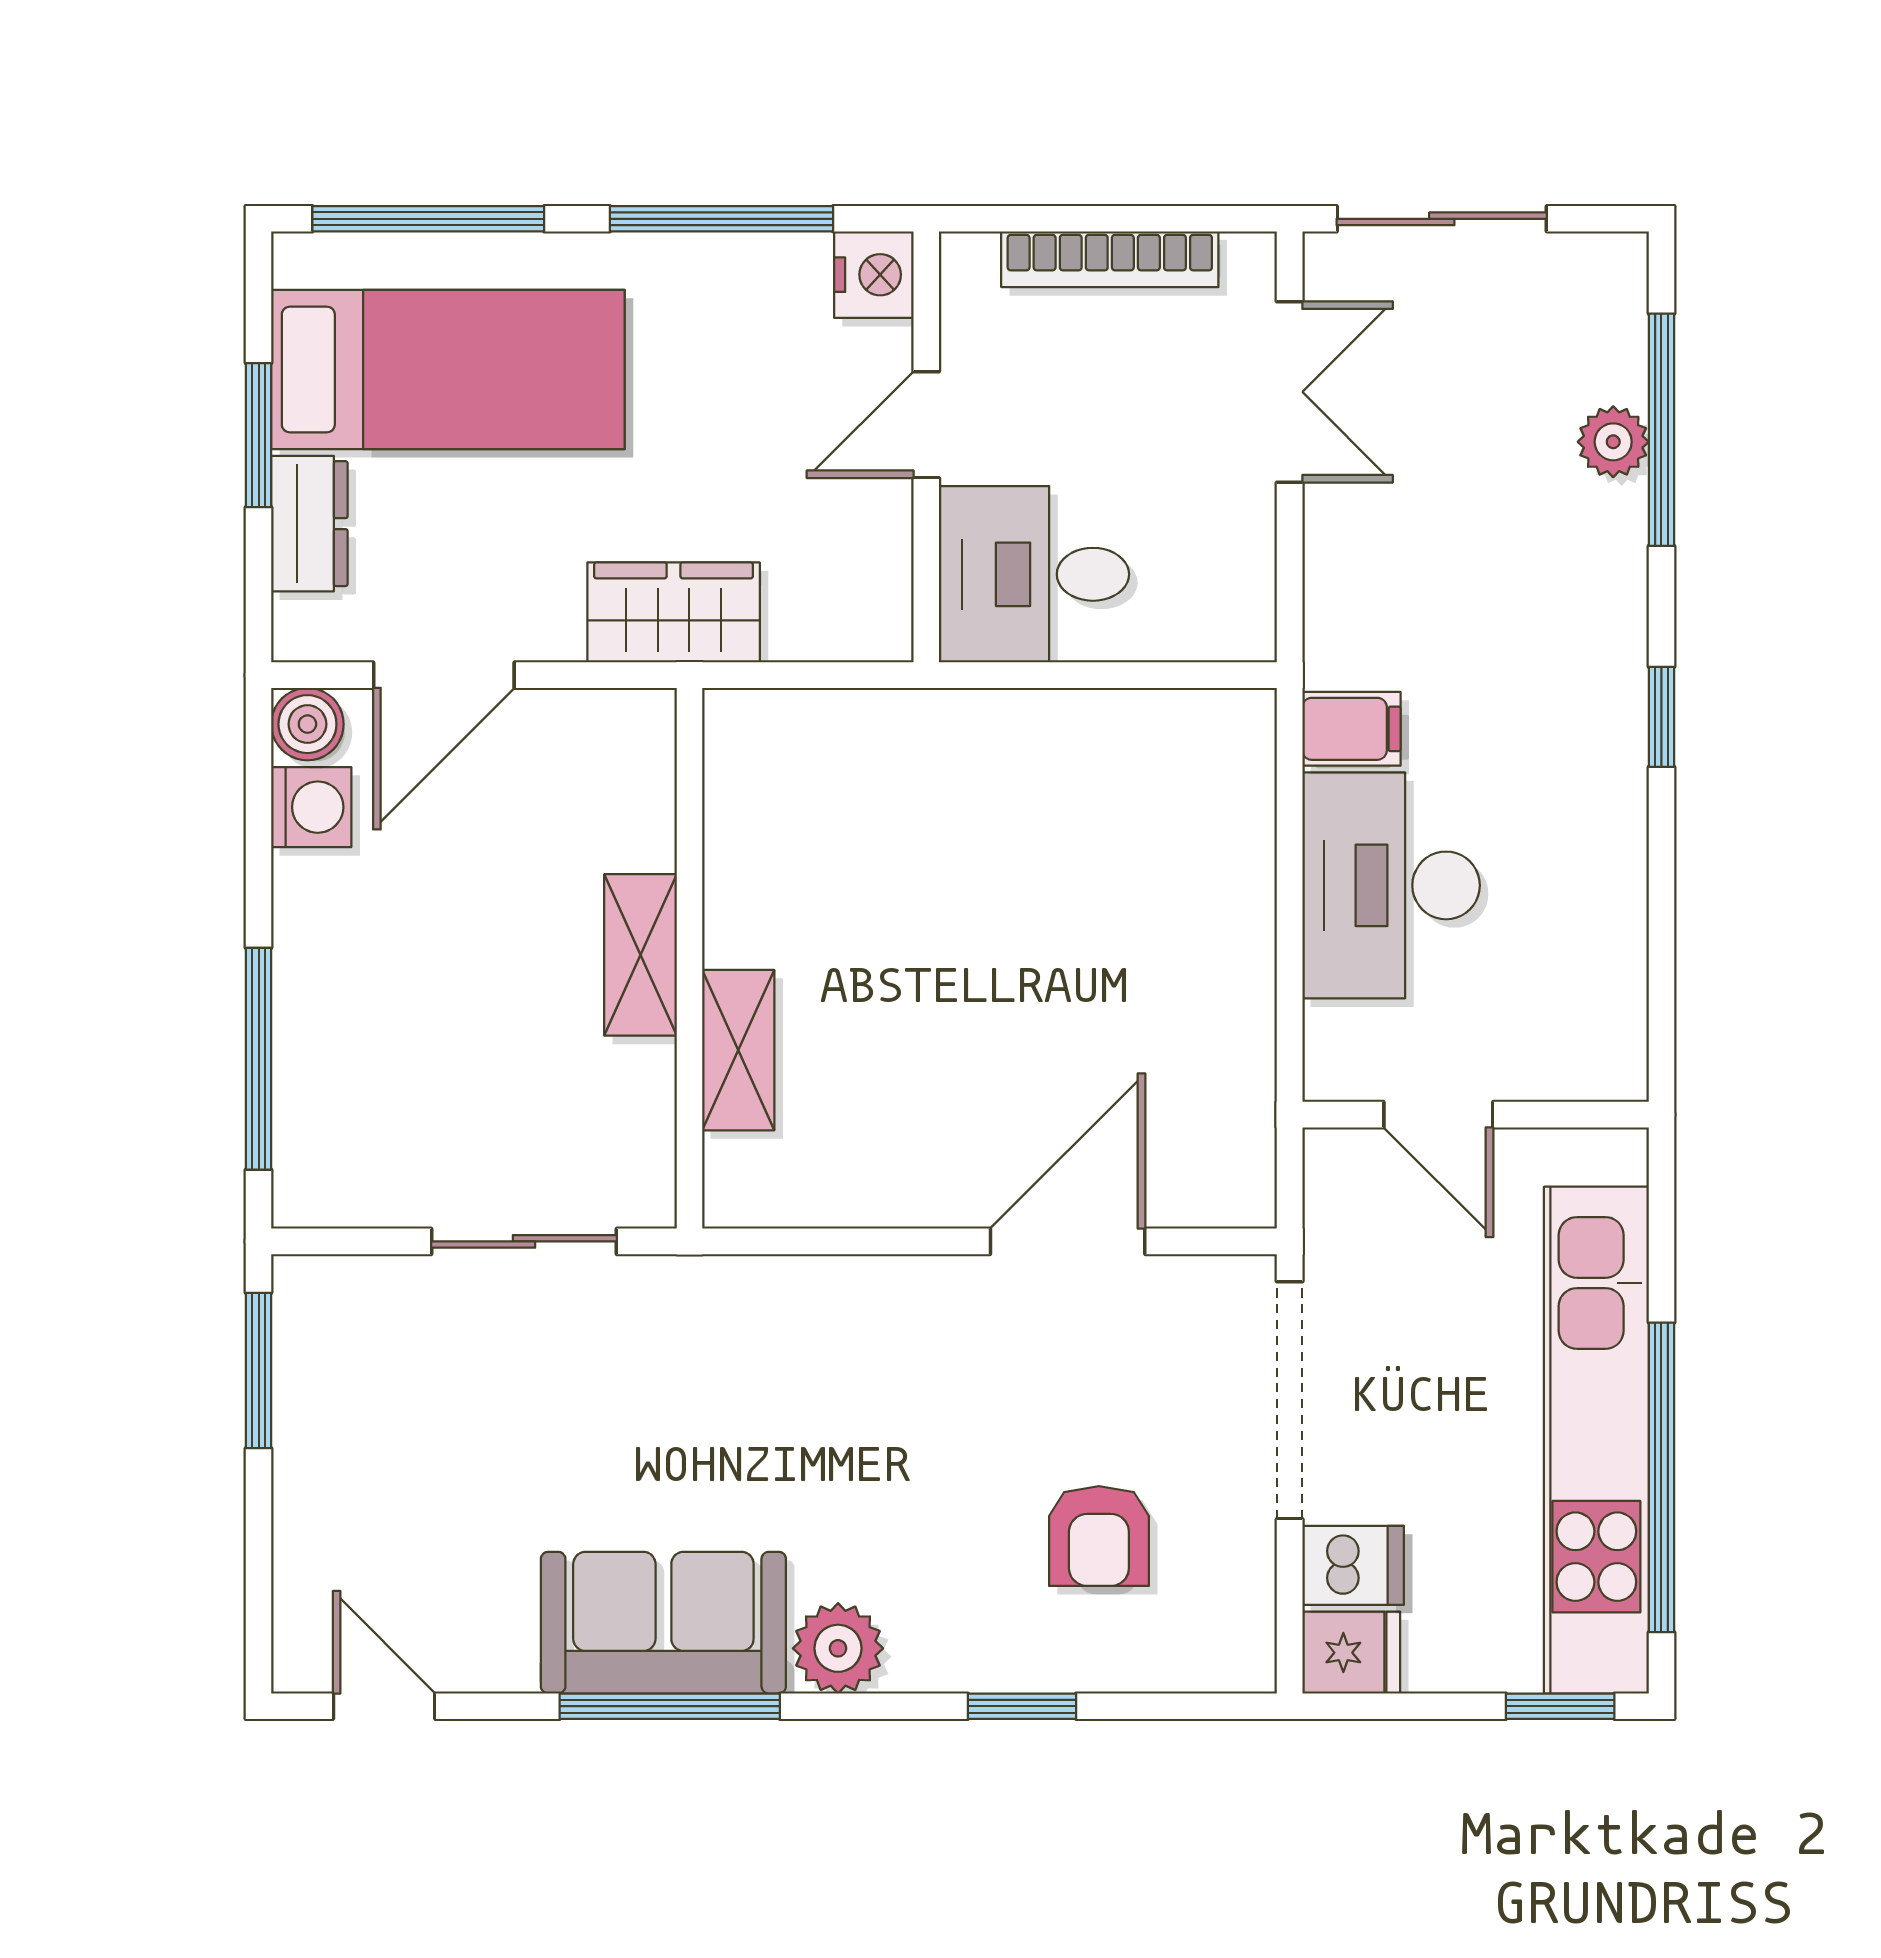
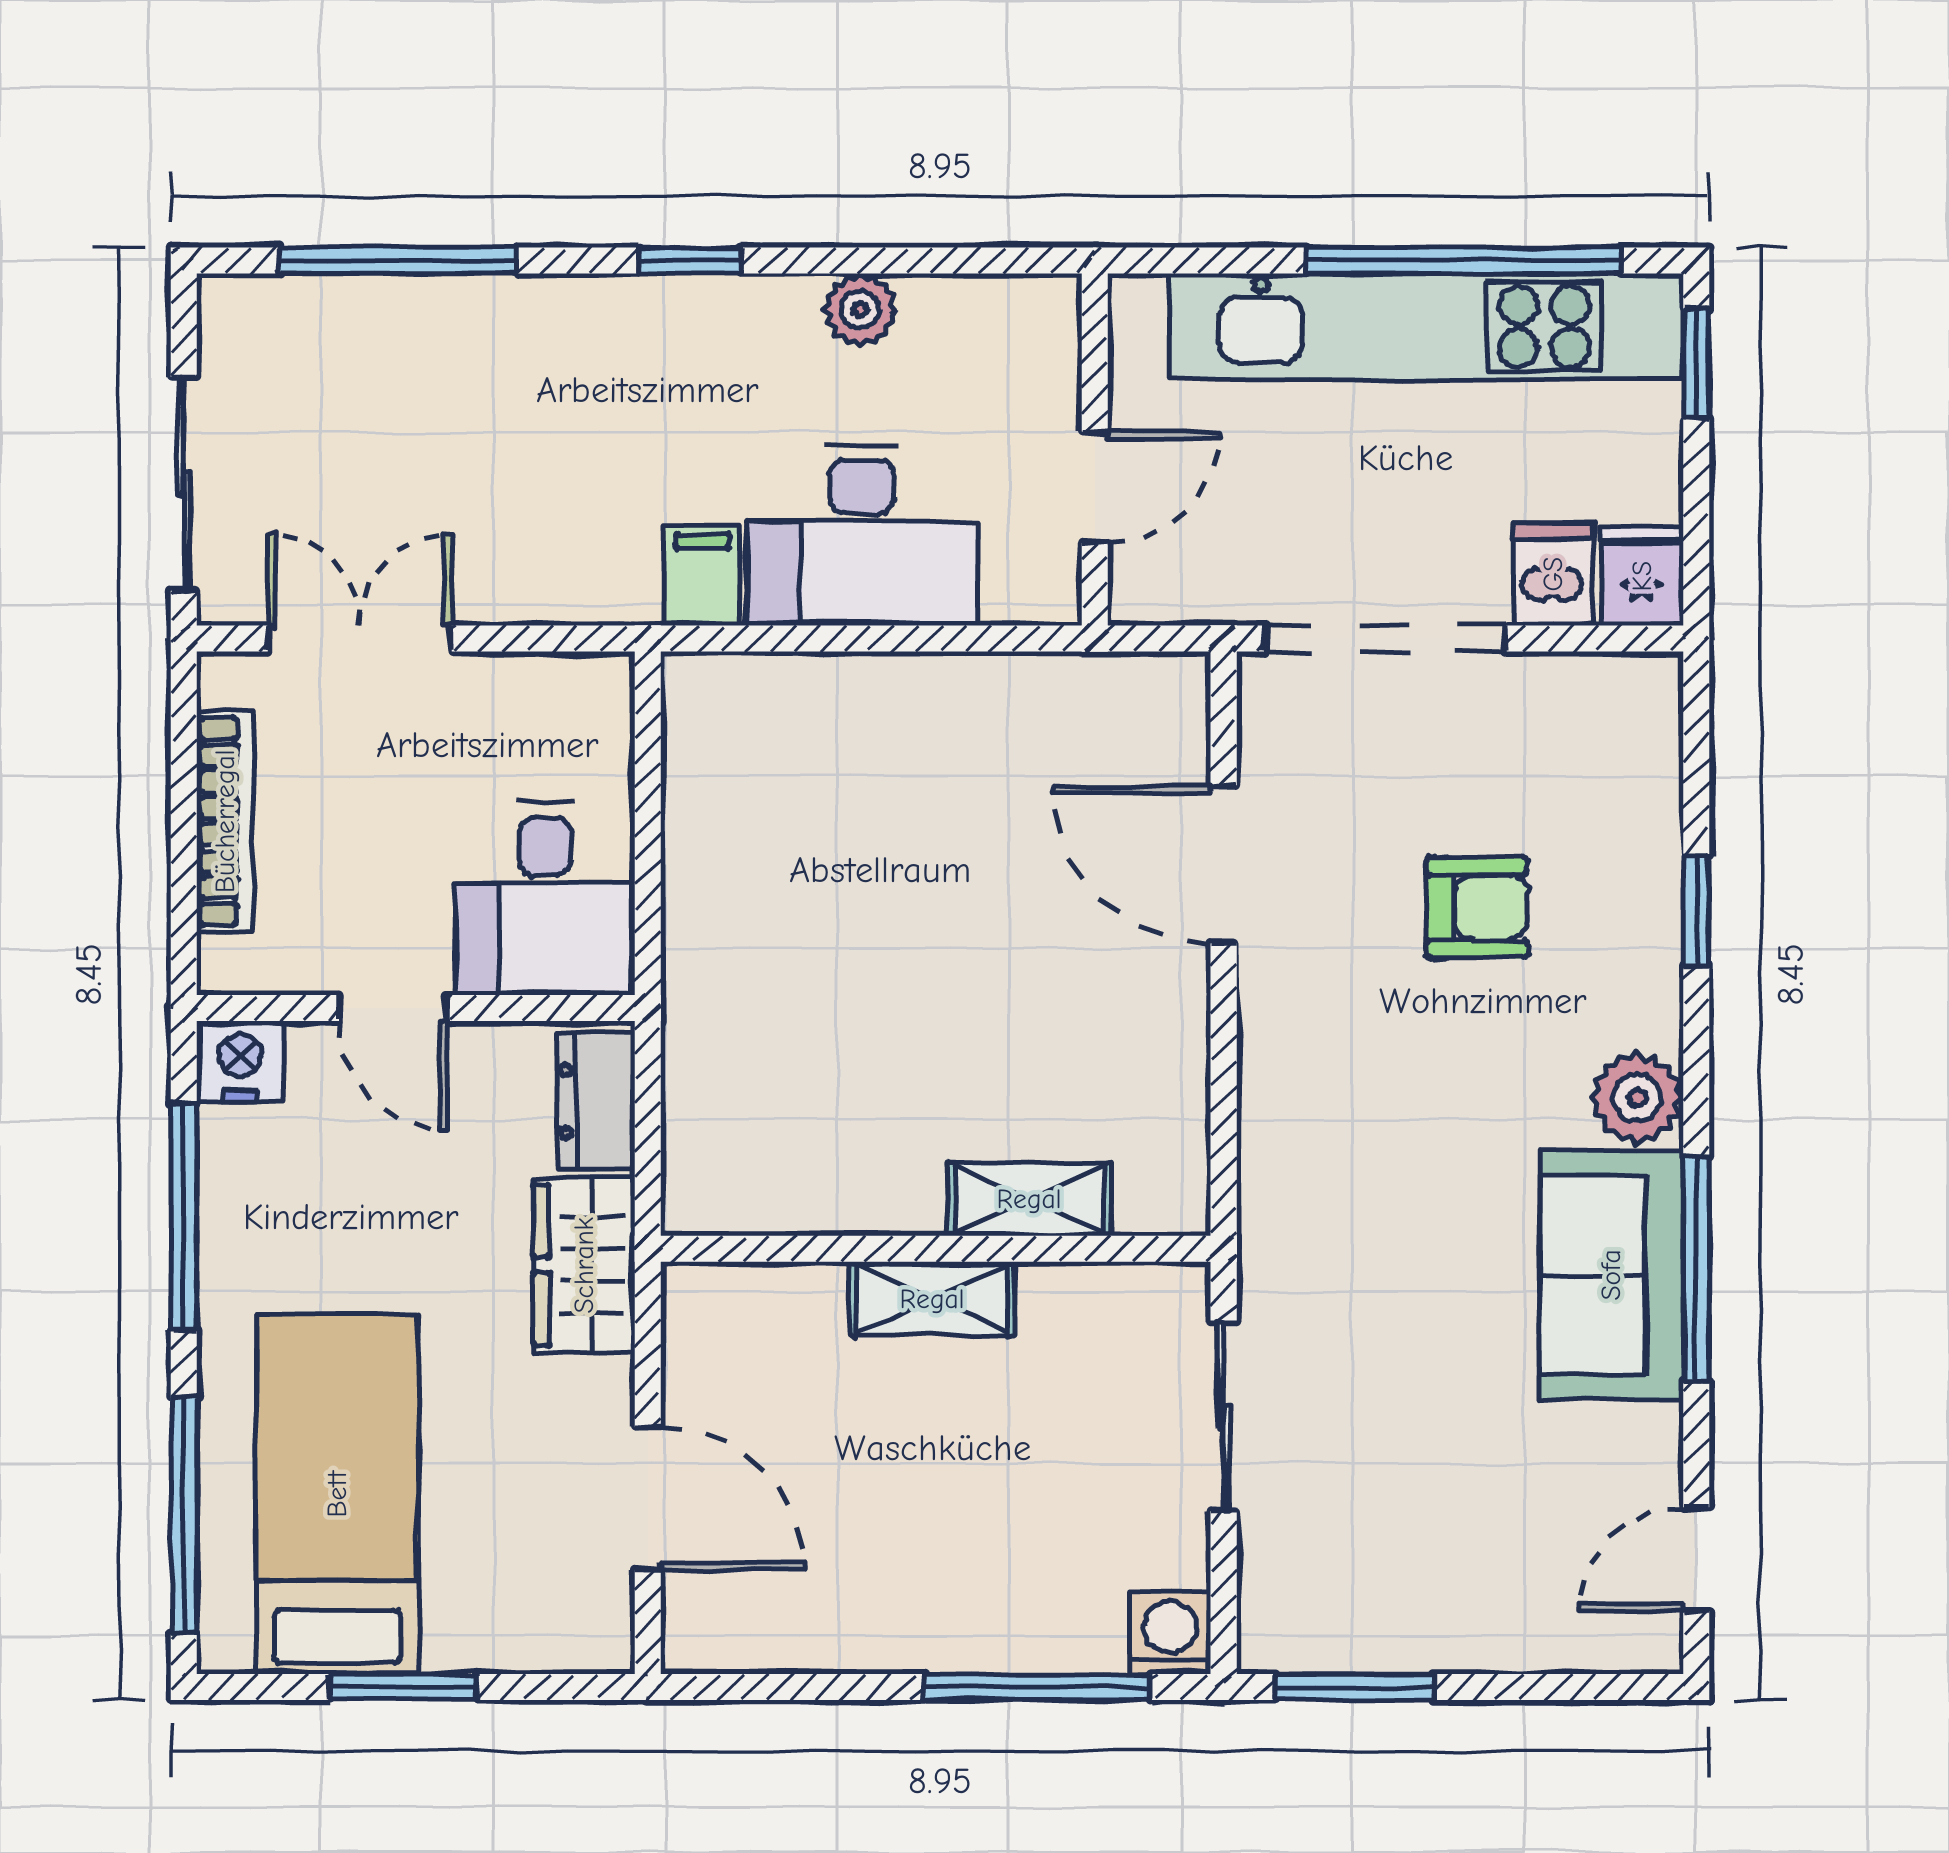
plant: (1613, 442) -> (860, 309), moved
dresser: (309, 524) -> (596, 1101), moved, turned -90
boiler: (307, 724) -> (698, 1637), removed
washing machine: (311, 807) -> (1170, 1633), moved
armchair: (1099, 1536) -> (1477, 908), moved

